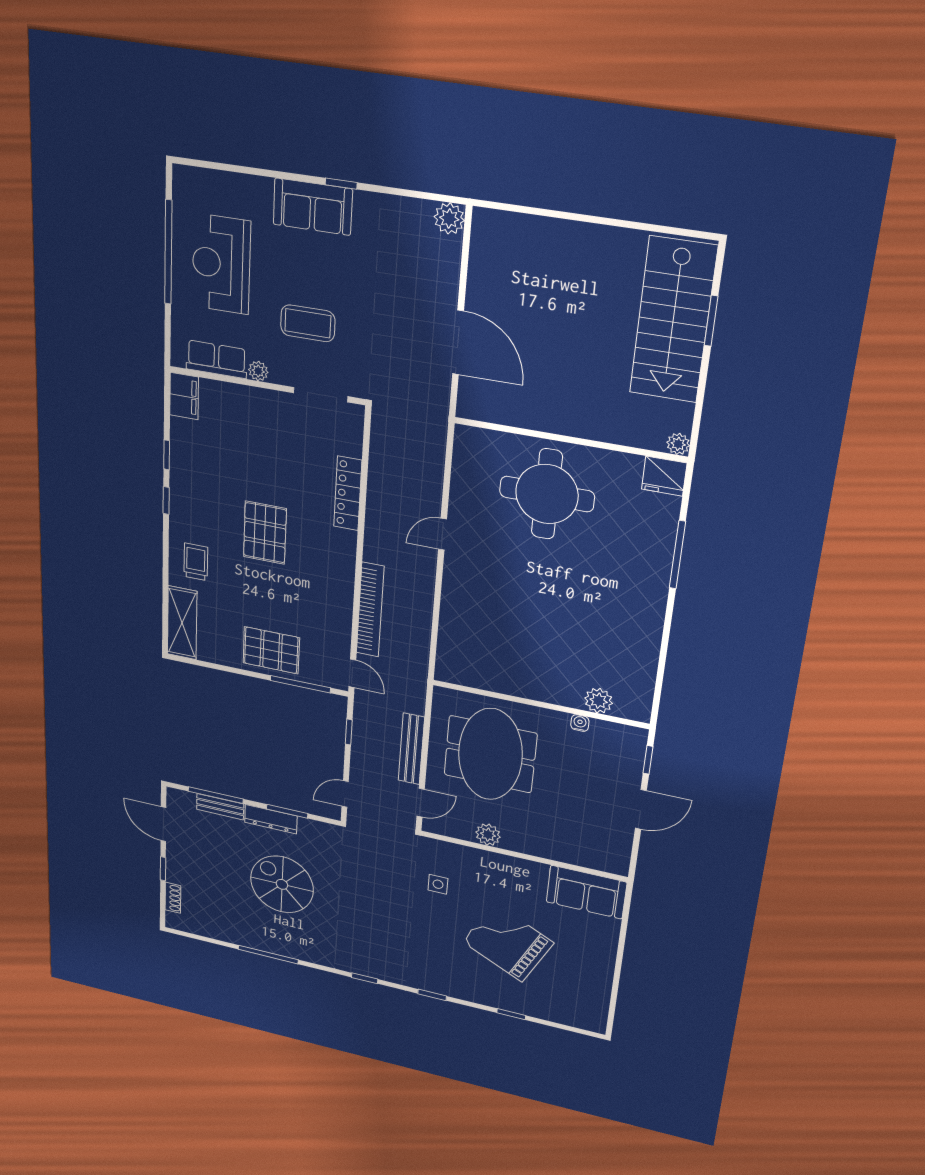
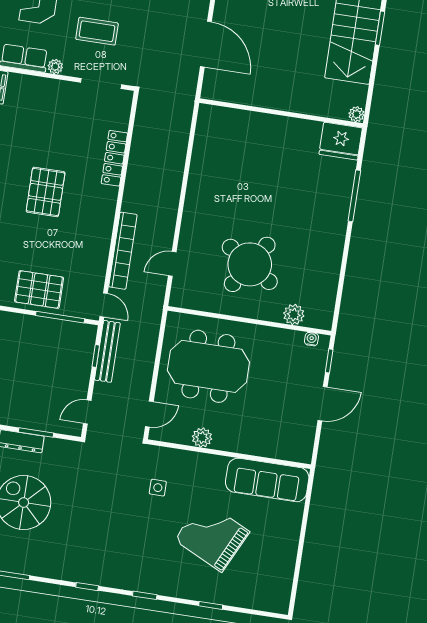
fridge: (664, 476) -> (341, 141), width x1.36, depth x1.34
round table: (547, 494) -> (250, 264), moved, turned 33
door: (442, 534) -> (172, 264), moved
water cooler: (580, 723) -> (311, 339), moved
bench: (411, 749) -> (107, 351), moved
meeting table: (490, 754) -> (208, 366), turned 90
sofa: (586, 892) -> (267, 480), width x1.36

